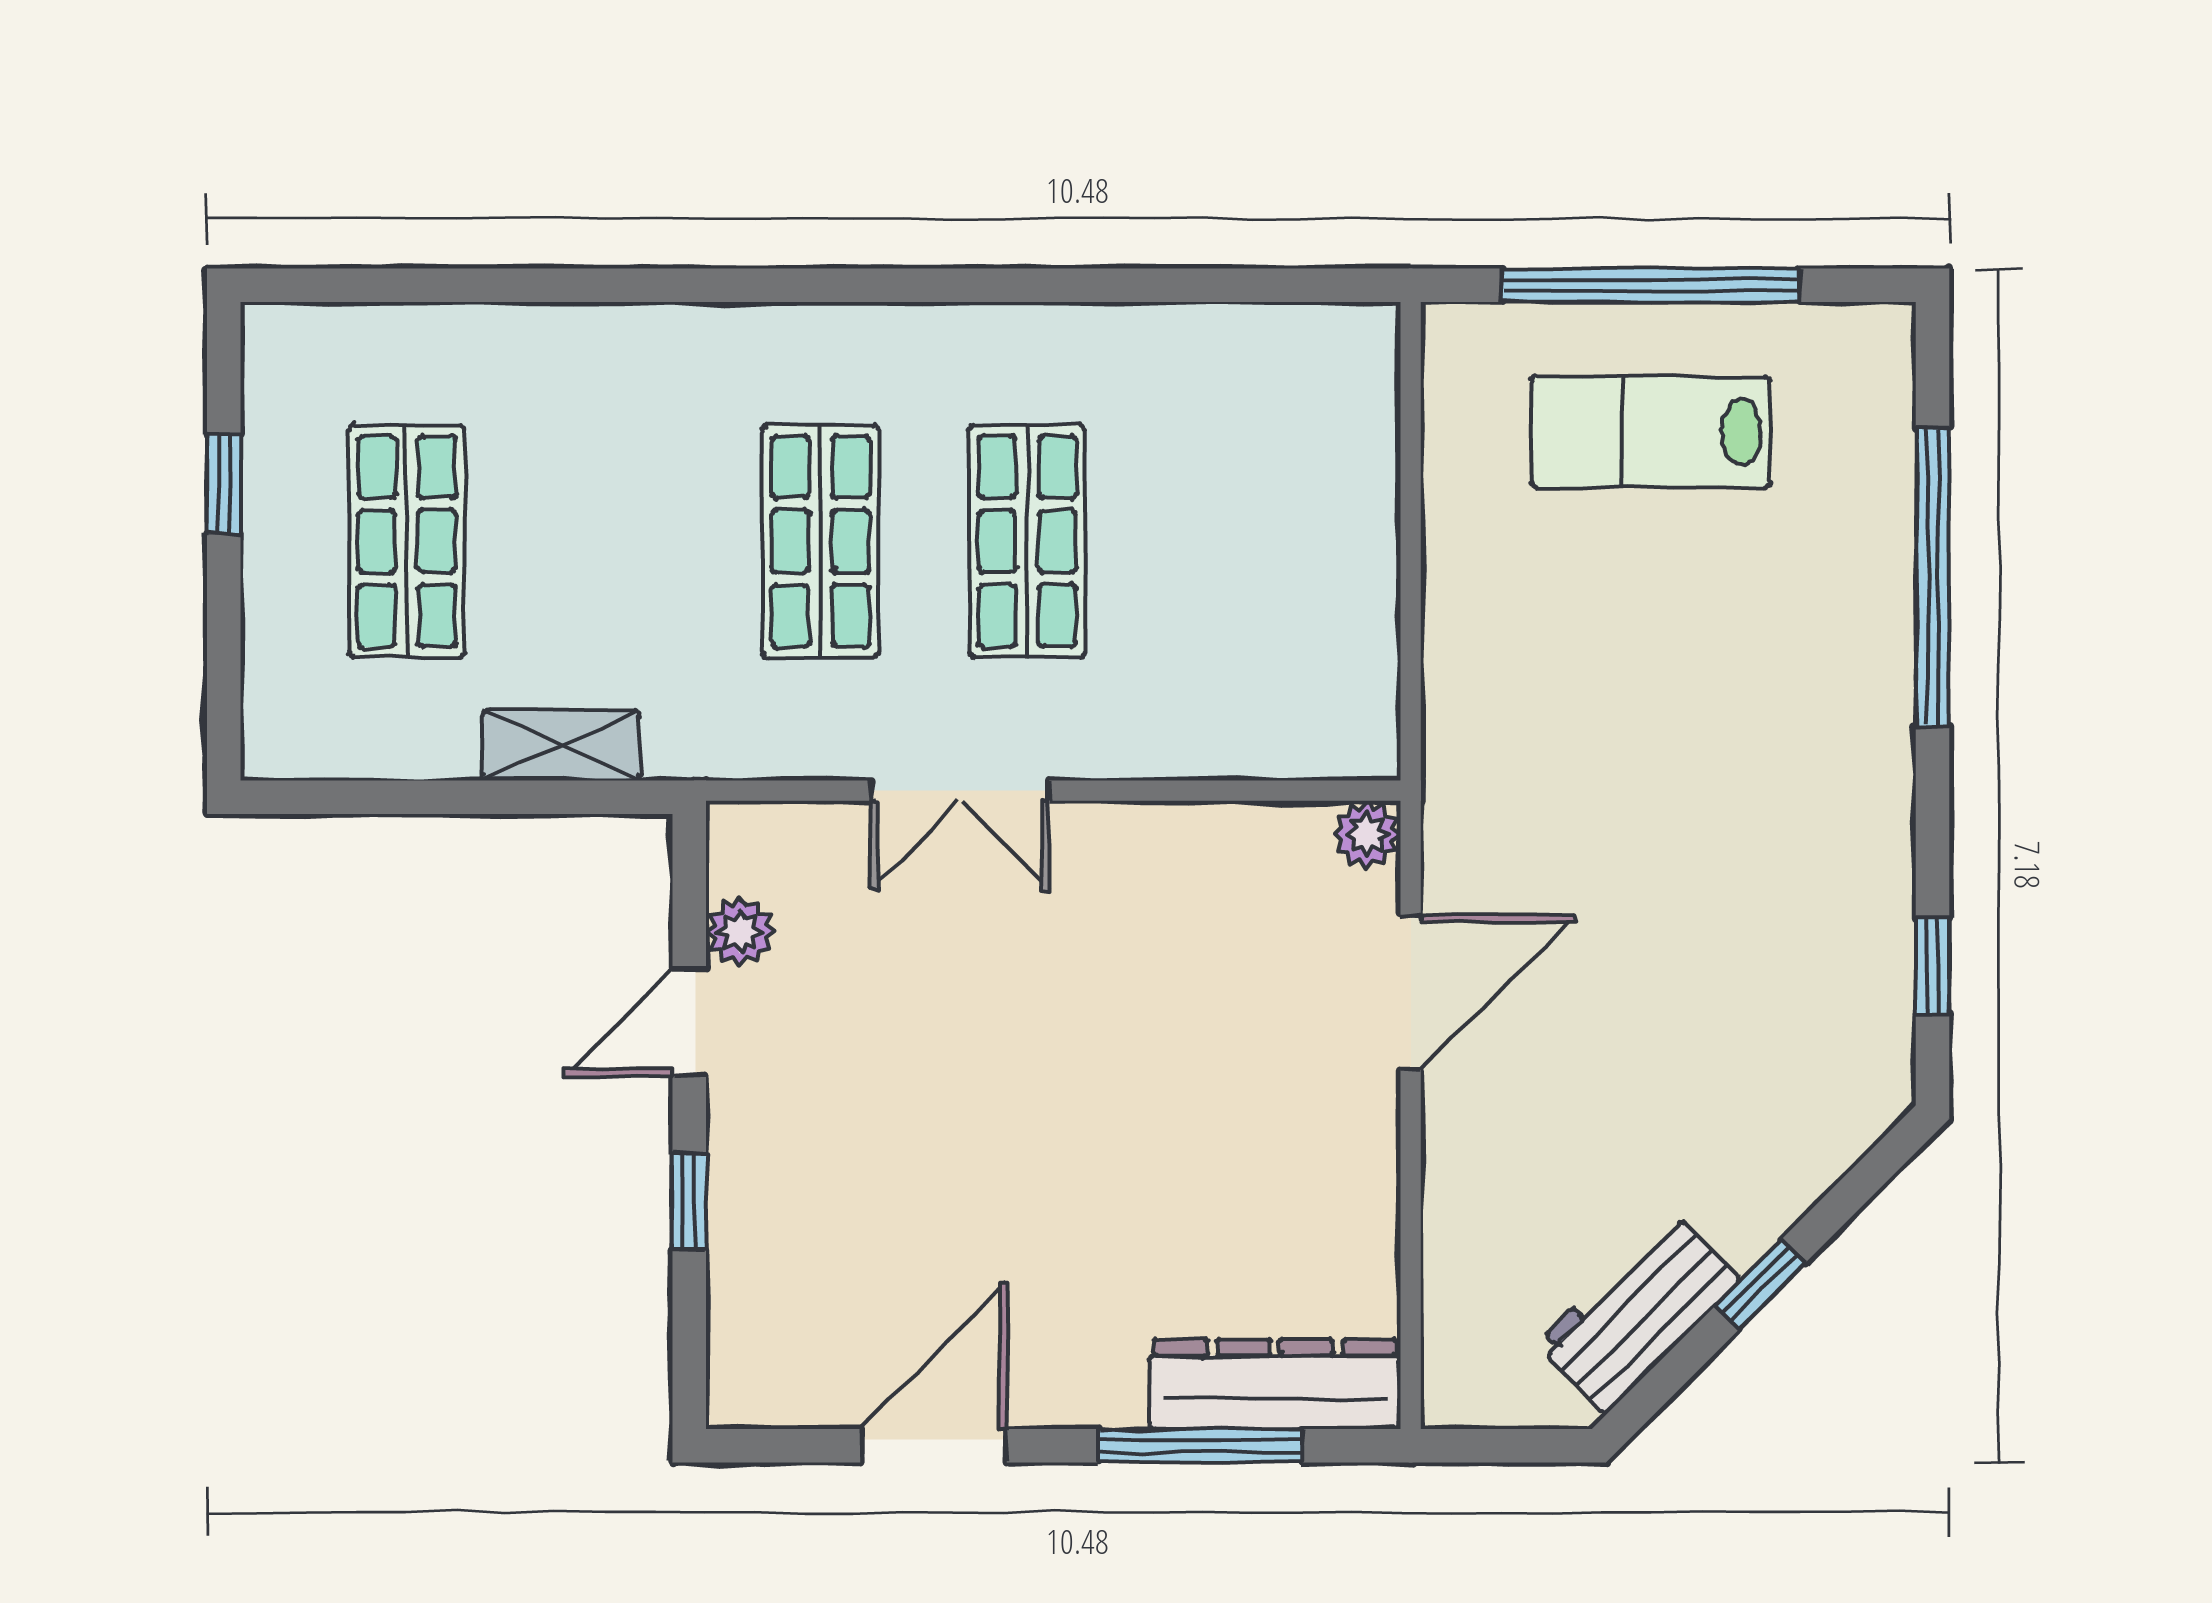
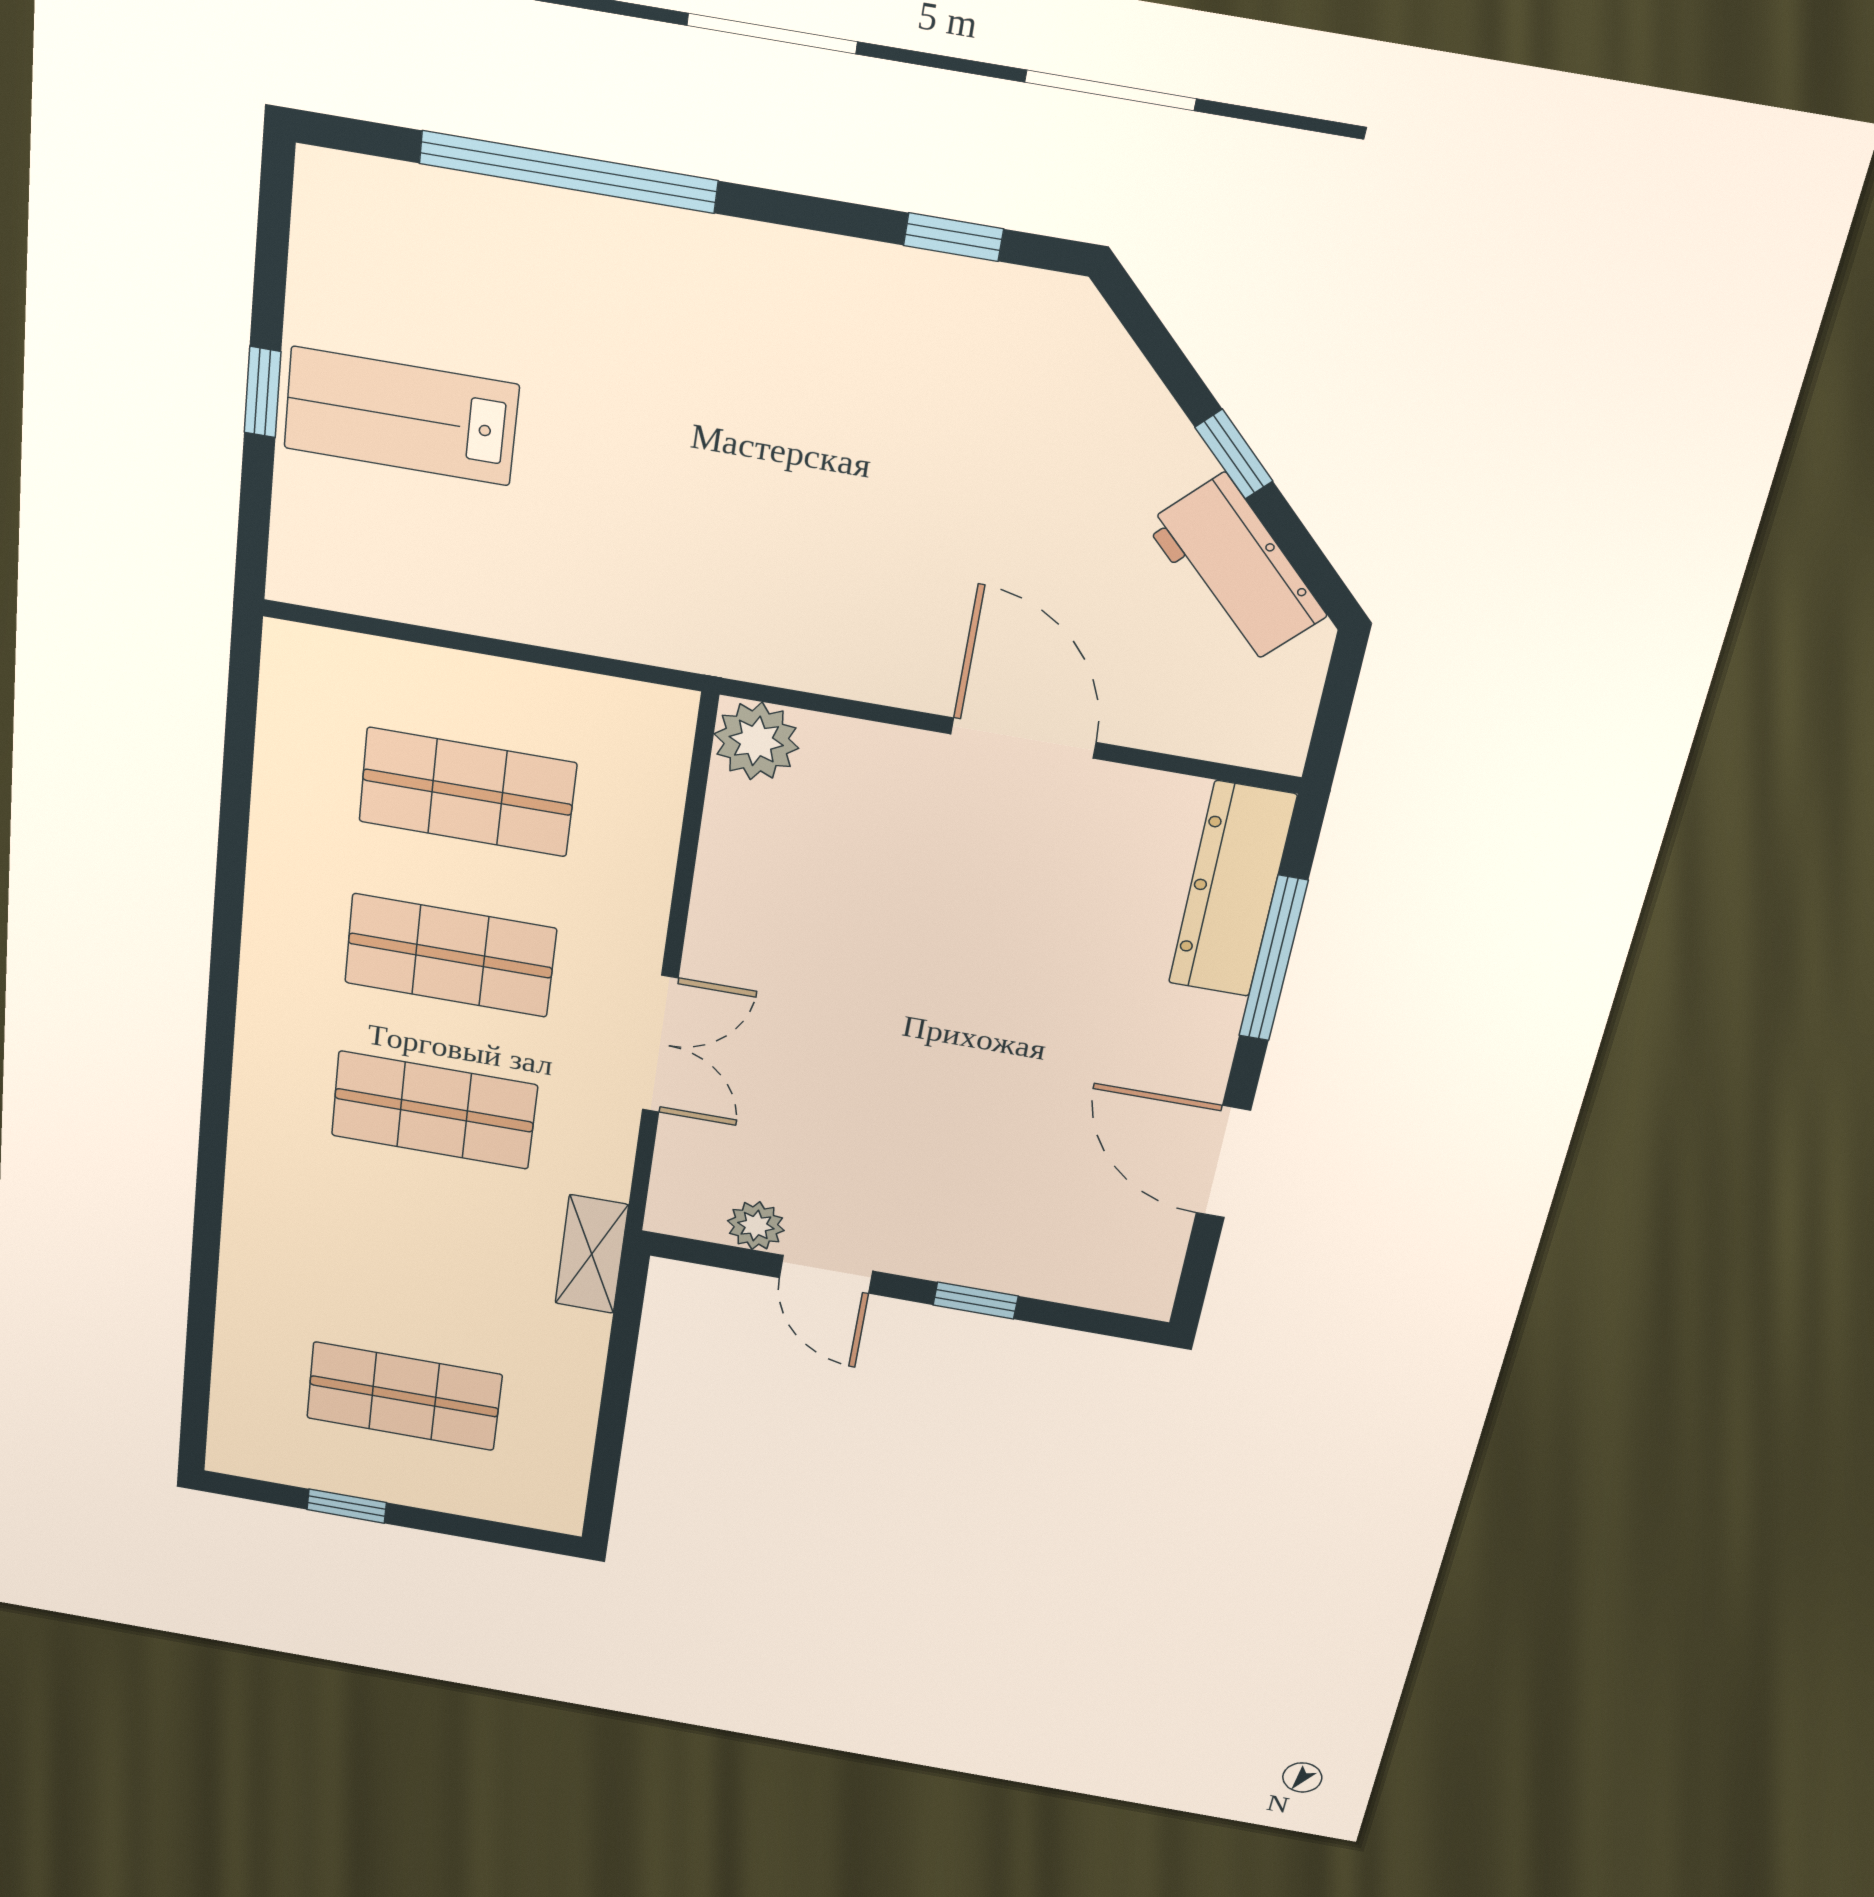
window: (1651, 285) -> (263, 392), width x0.32
lab bench: (1650, 432) -> (401, 416), turned 90
shop shelf: (1234, 541) -> (467, 792), added
shelving: (561, 745) -> (592, 1254), moved
plant: (1367, 835) -> (756, 741), width x1.38, depth x1.38
door: (1411, 992) -> (1023, 738), moved

